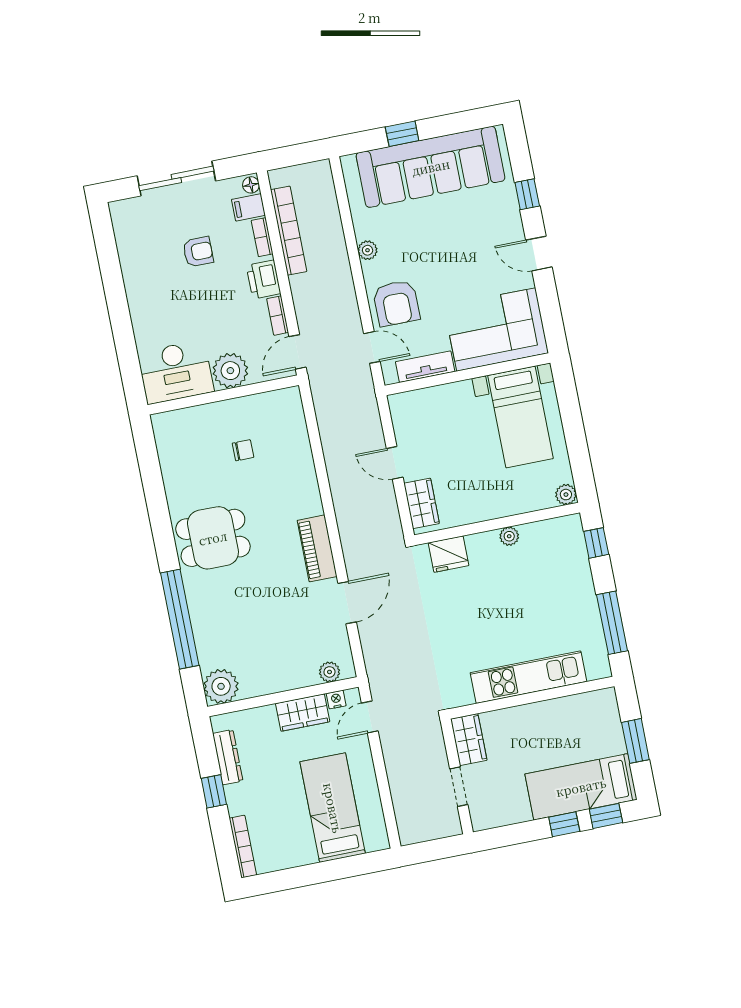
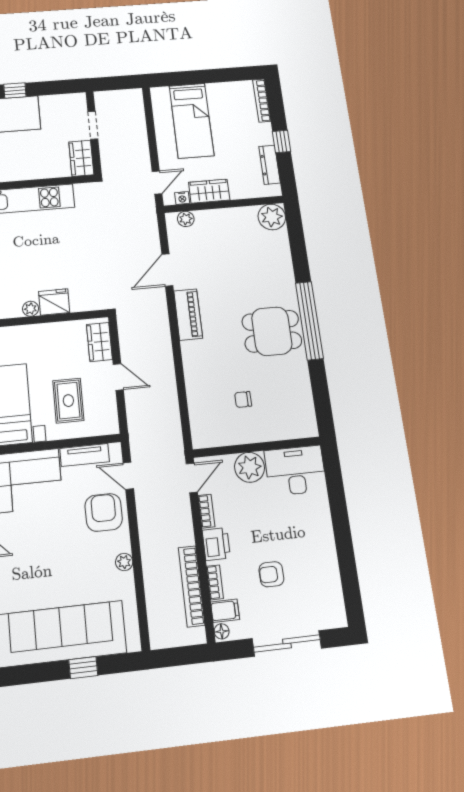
rug: (451, 429) -> (68, 401), added
fridge: (448, 554) -> (54, 302), moved
window: (180, 619) -> (309, 321), moved

